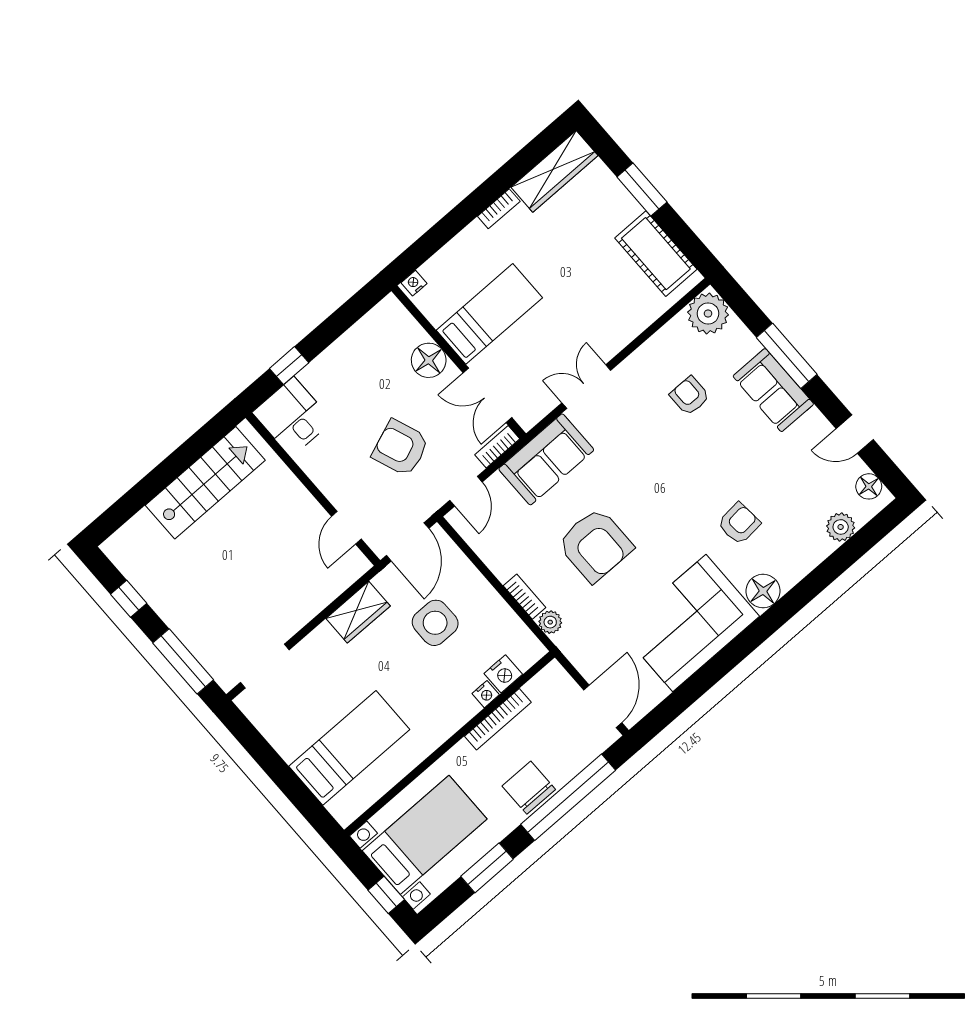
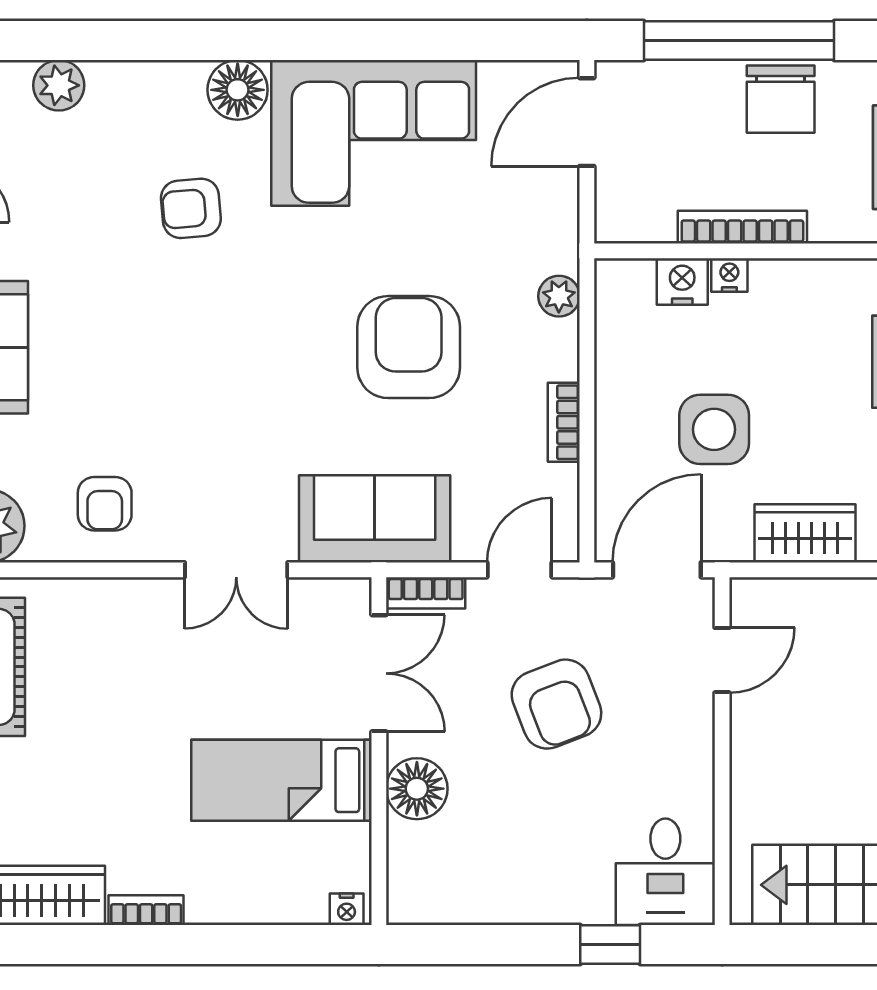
armchair: (690, 396) -> (105, 504), moved
bookcase: (525, 597) -> (564, 422), moved

